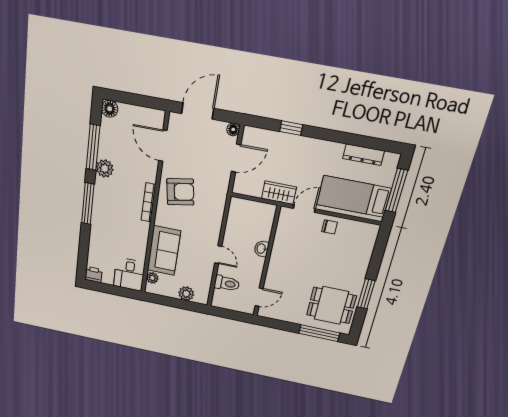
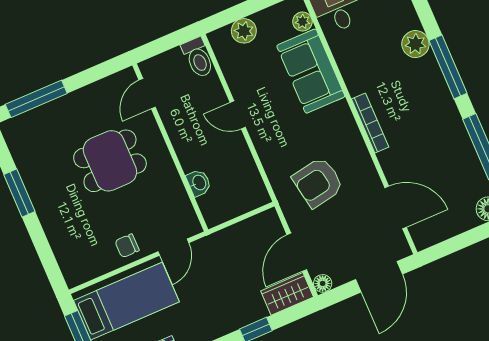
plant: (105, 168) -> (415, 44), moved
armchair: (180, 192) -> (318, 182), moved
wardrobe: (279, 193) -> (287, 294), moved, turned 180
washbasin: (261, 249) -> (199, 183), moved
toilet: (227, 283) -> (198, 58), moved, turned -90
dining table: (331, 305) -> (110, 161), moved

